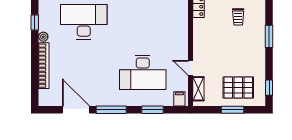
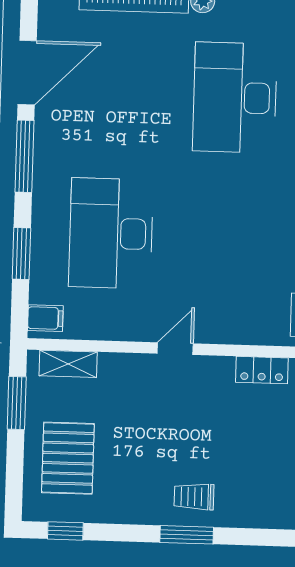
trolley: (238, 17) -> (194, 497), moved
desk: (84, 22) -> (235, 98), turned 180
door: (191, 68) -> (175, 349), moved
window: (232, 110) -> (17, 403), moved

